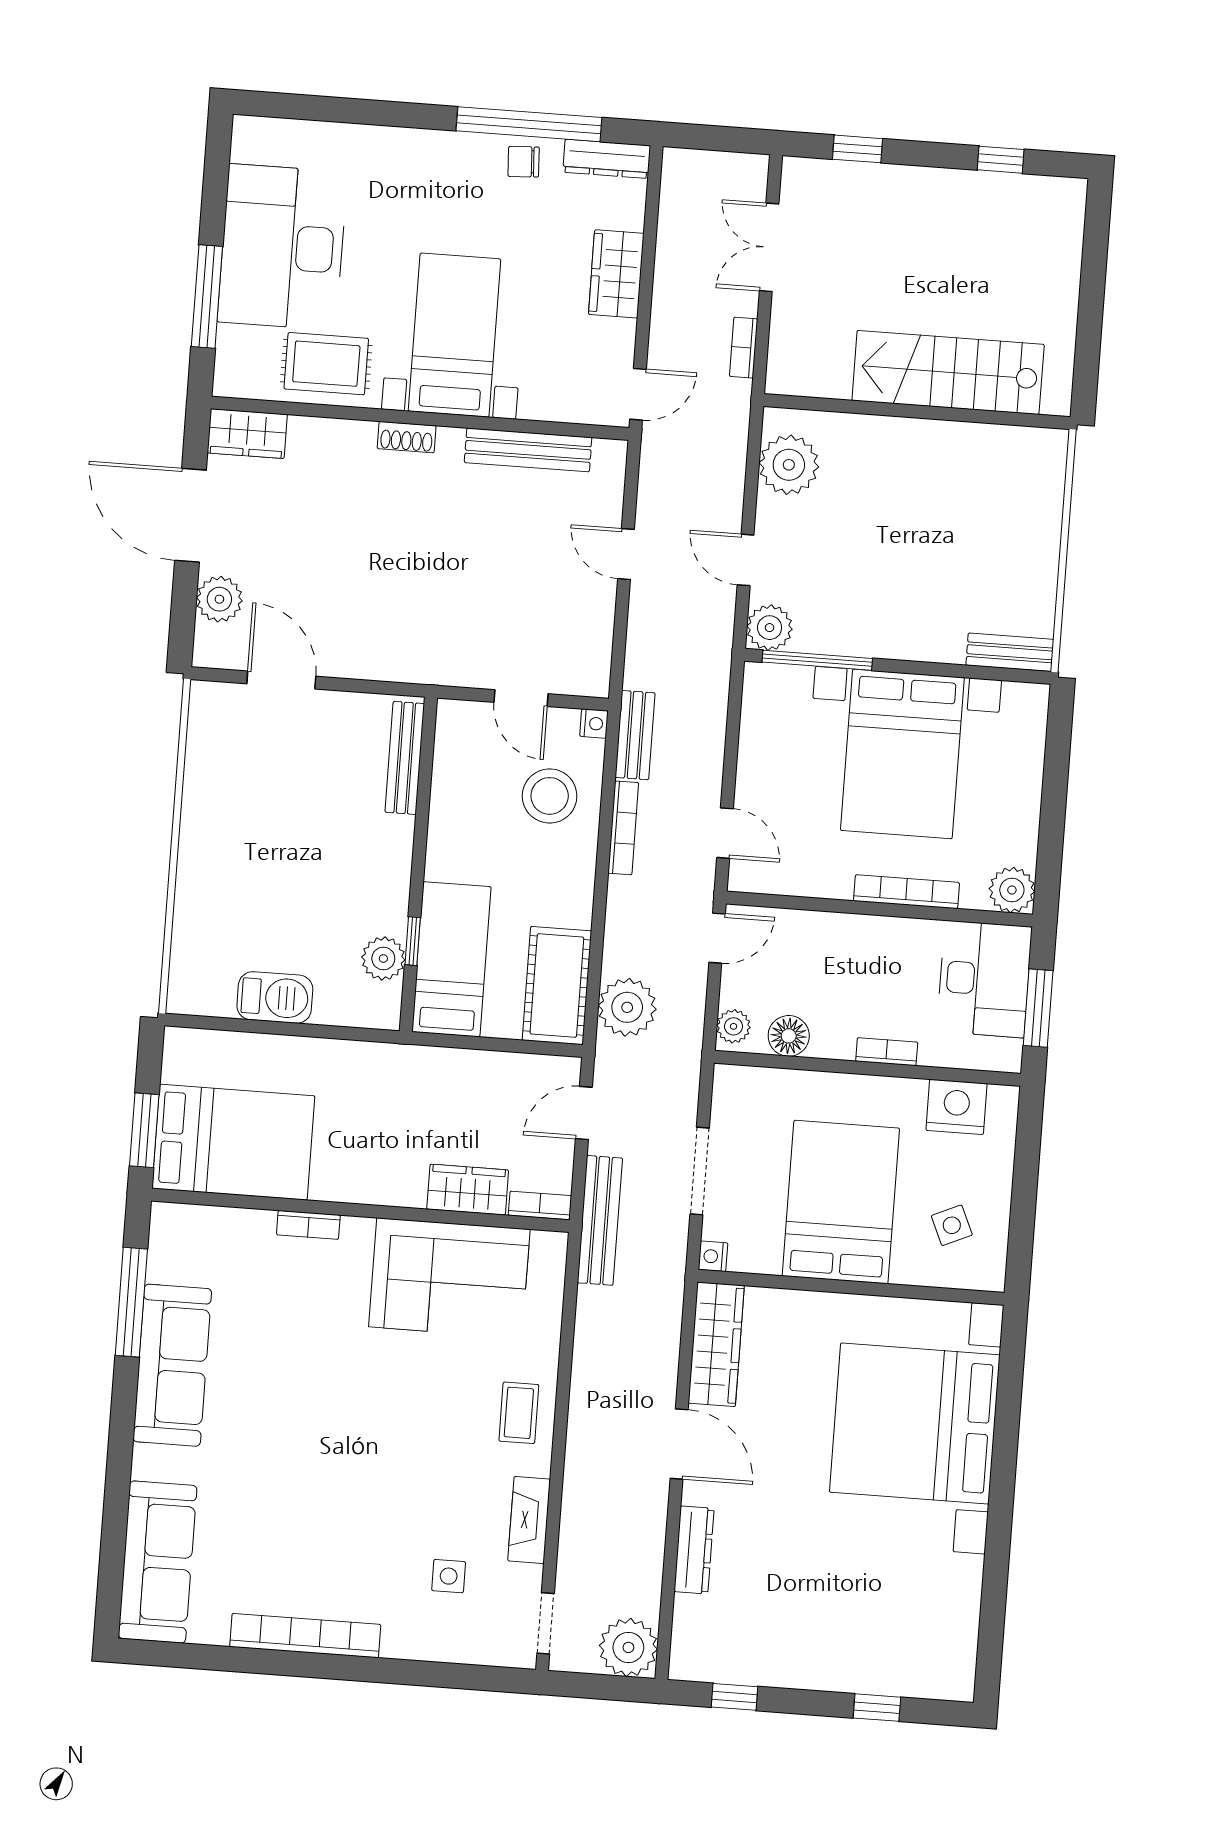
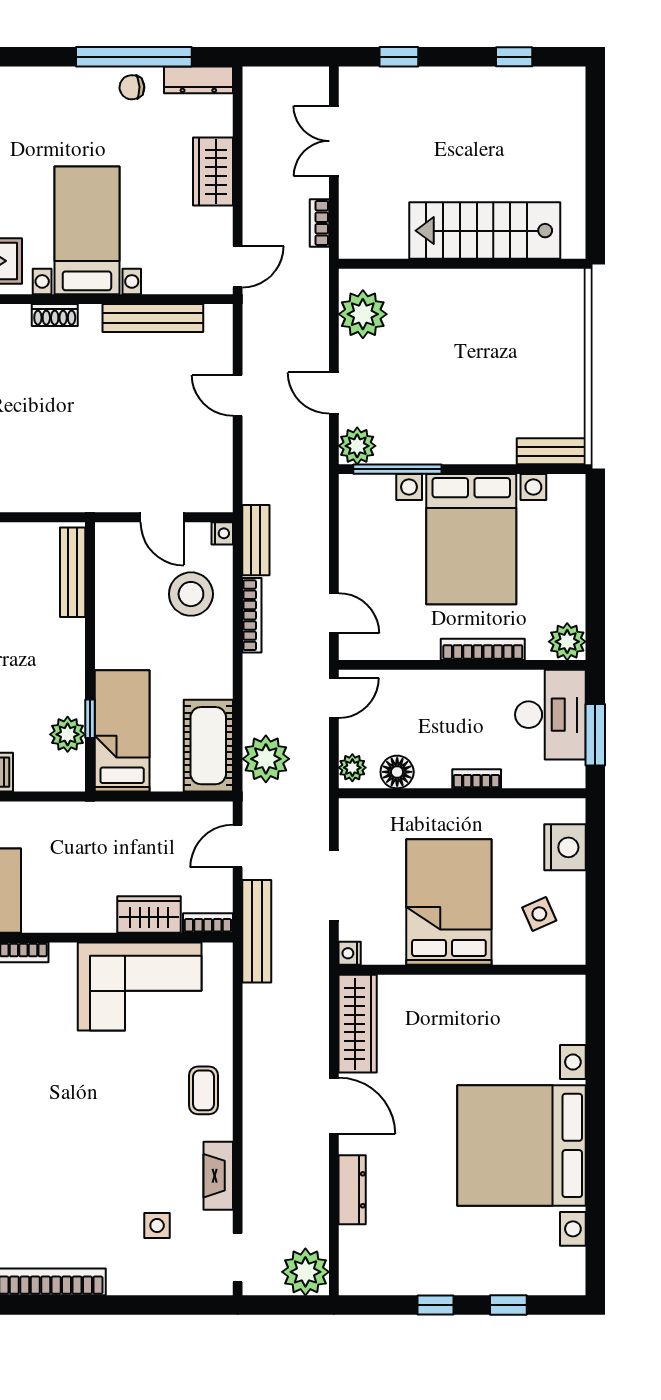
nightstand: (957, 1107) -> (565, 847), moved, turned 90
bed with nightstands: (915, 1423) -> (522, 1145), moved
window: (734, 1697) -> (436, 1305), moved

